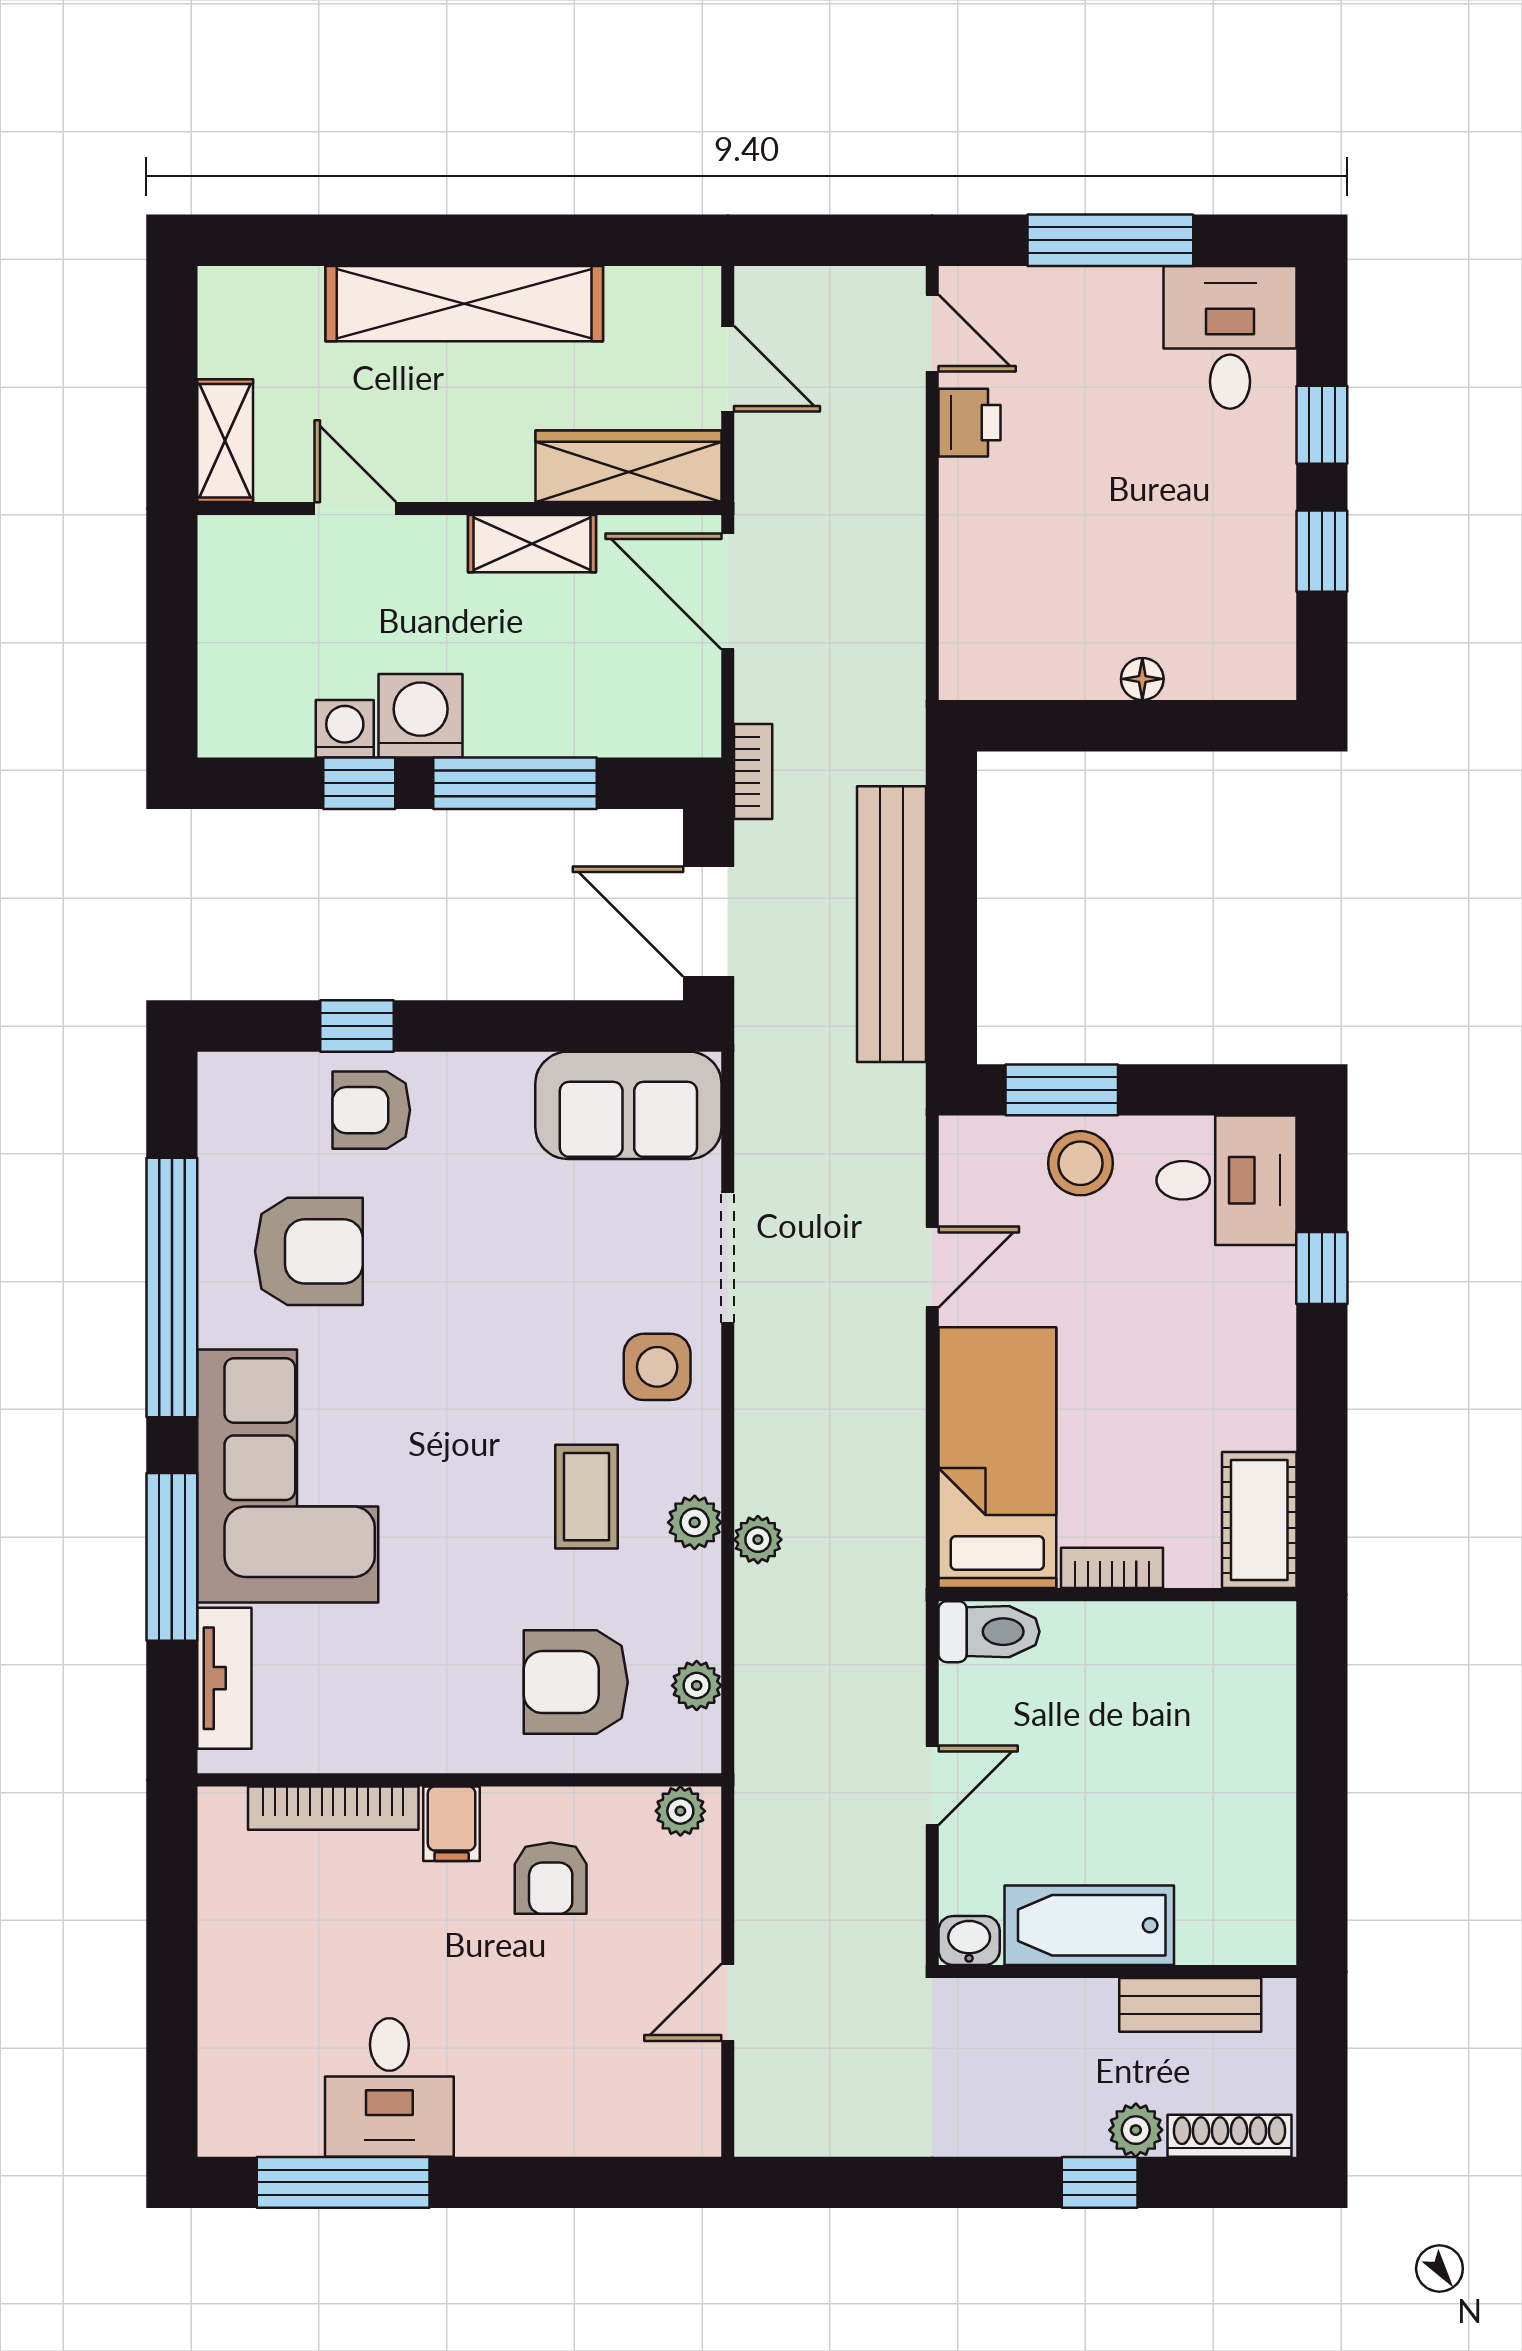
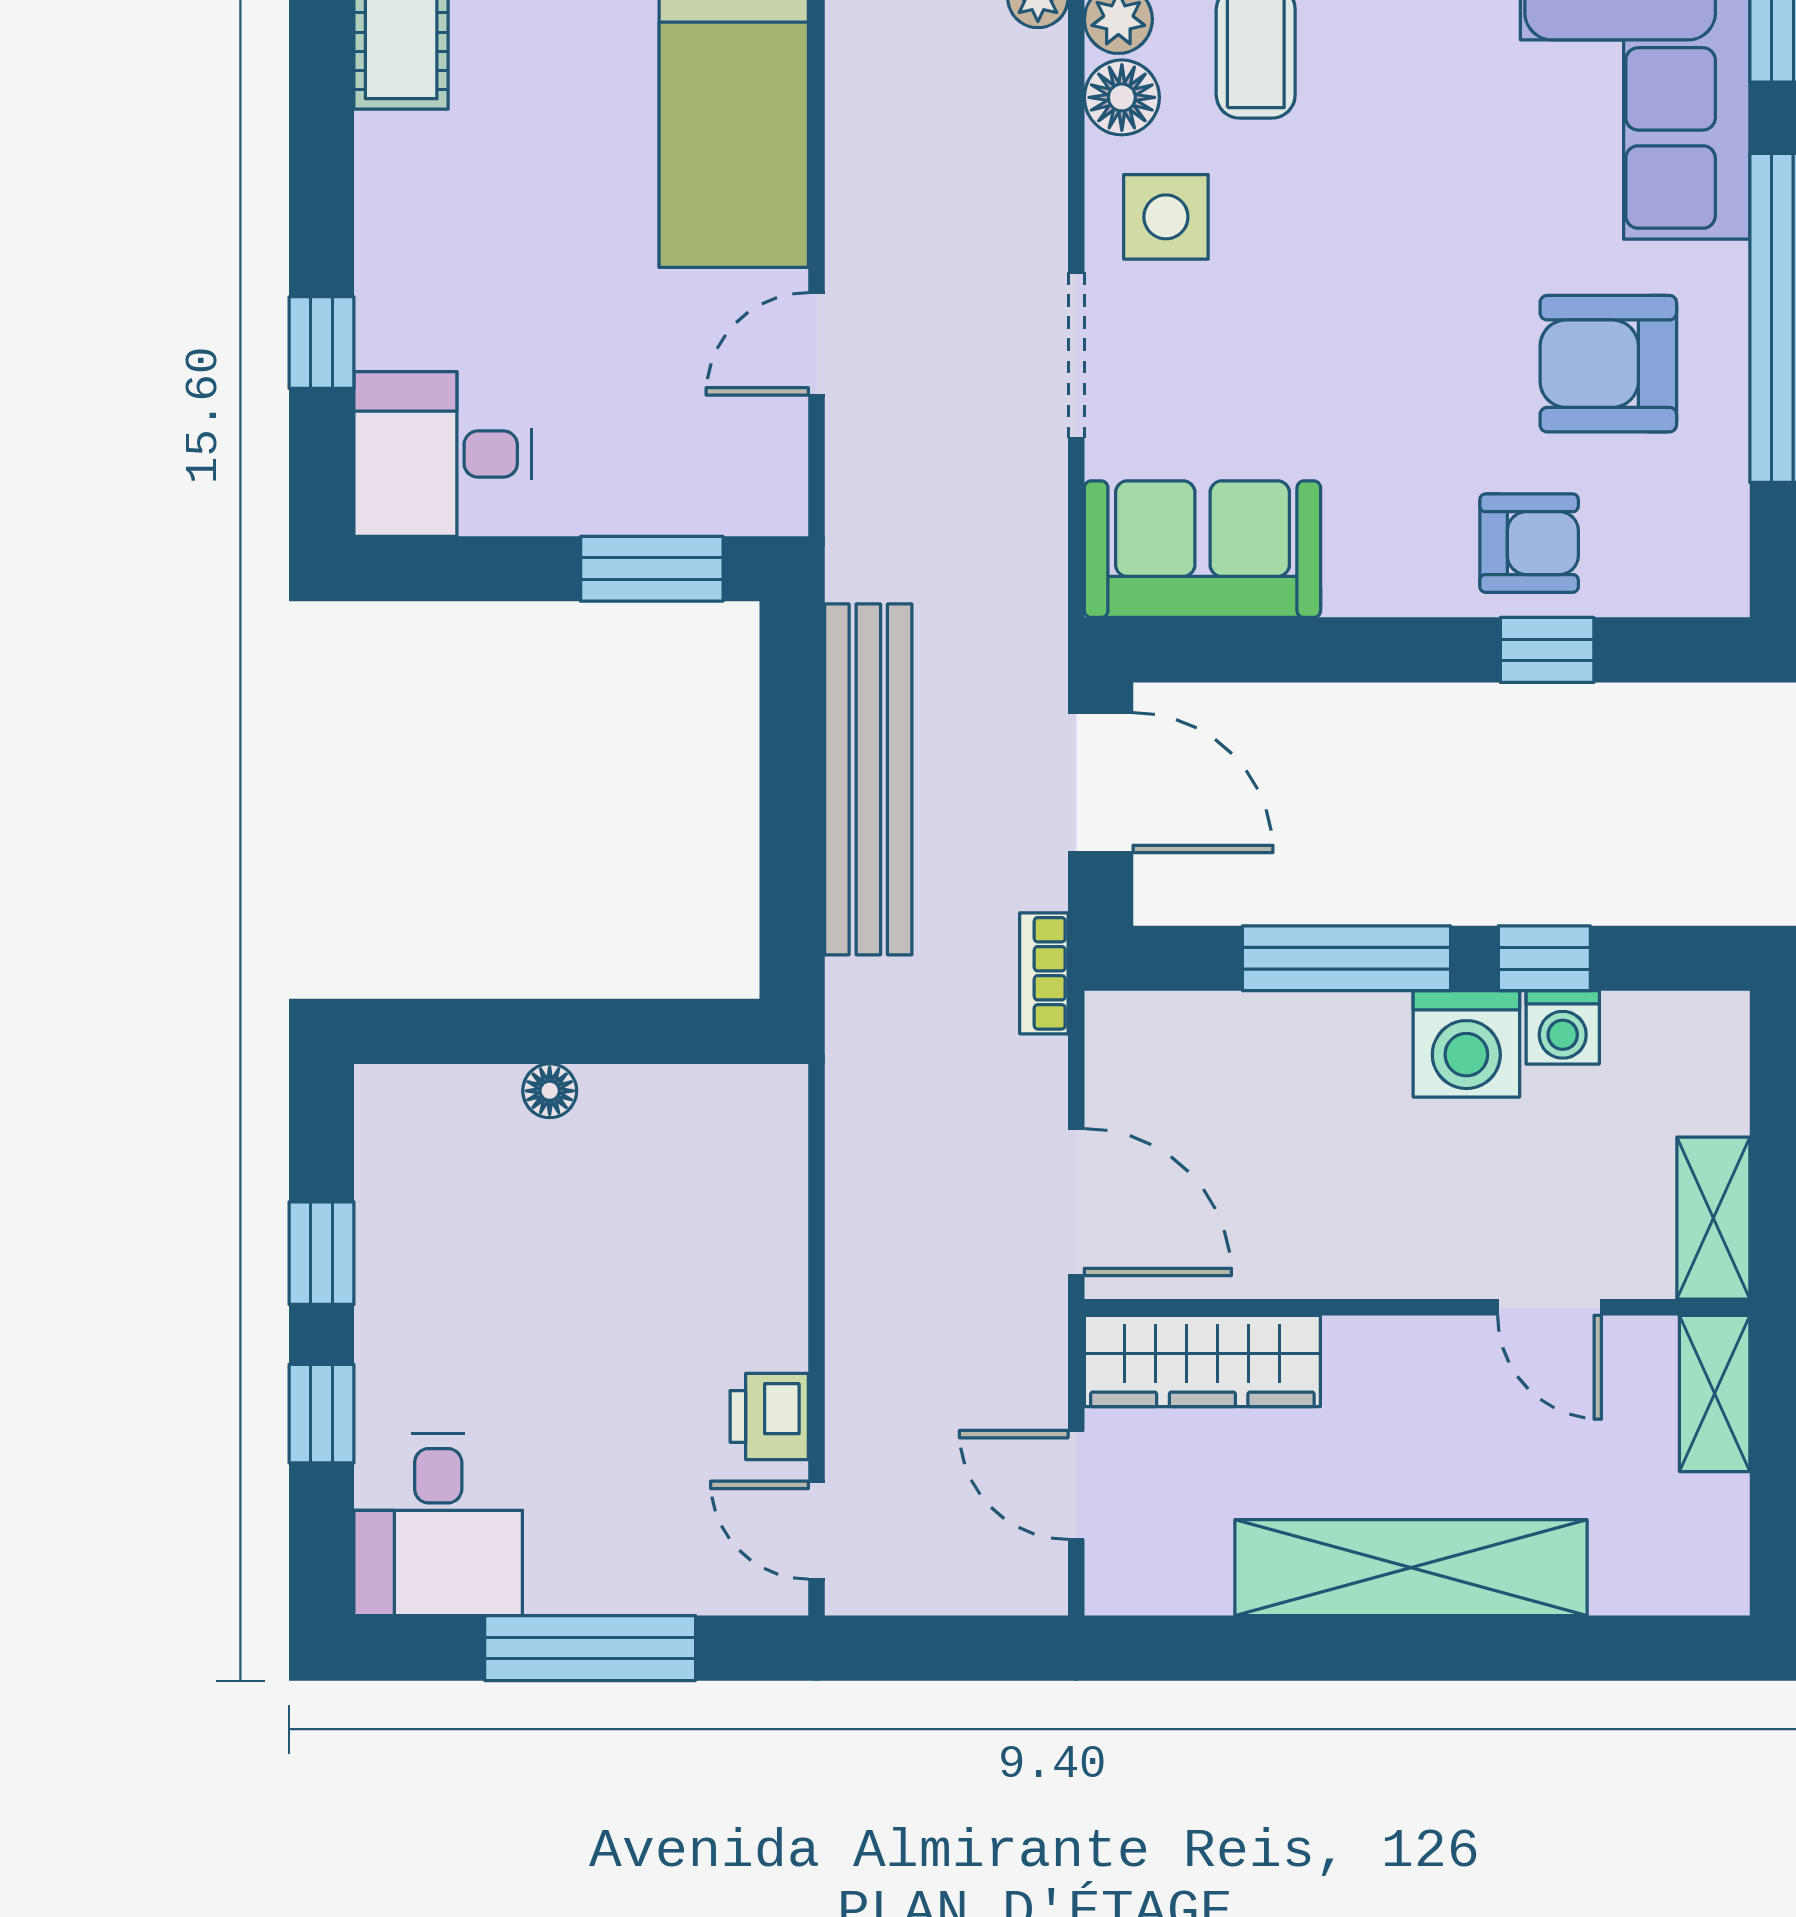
shelving: (532, 544) -> (1713, 1218), moved, turned 90
stool: (1081, 1163) -> (628, 476), removed
floor lamp: (692, 1461) -> (1122, 97), added

